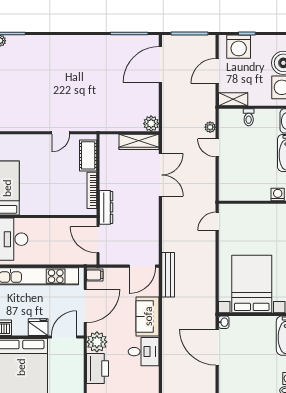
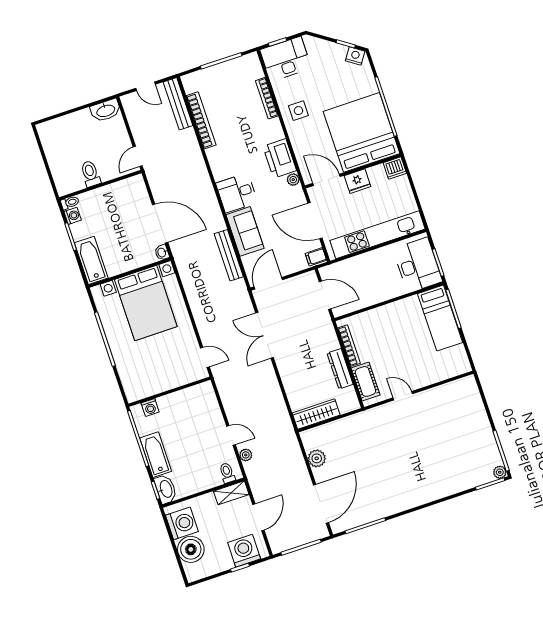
toilet: (249, 117) -> (227, 473), moved
plant: (151, 124) -> (317, 458), moved
door: (61, 133) -> (403, 396), hinge flipped
double door: (160, 175) -> (265, 335), moved
dresser: (106, 207) -> (340, 369), moved
door: (217, 221) -> (205, 357), hinge flipped
bench: (168, 275) -> (229, 255), moved
door: (85, 306) -> (315, 221), hinge flipped
door: (64, 337) -> (326, 180), swing flipped
plant: (97, 342) -> (293, 180), width x0.53, depth x0.53

